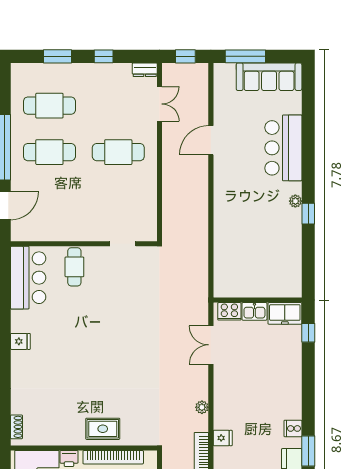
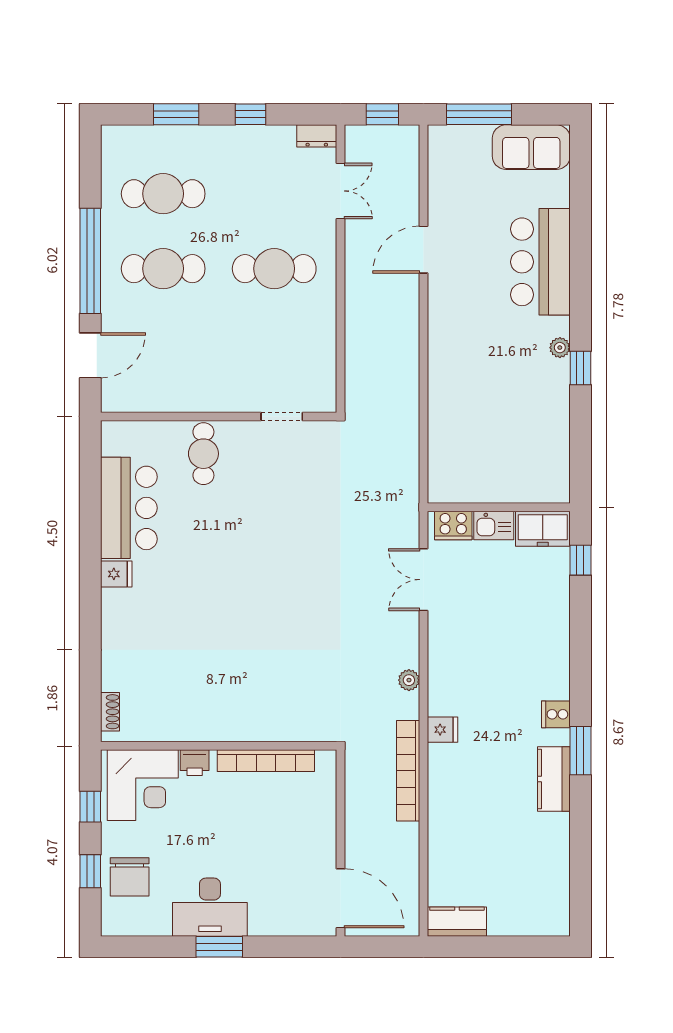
sofa: (269, 77) -> (531, 147), width x0.73
bar counter: (28, 278) -> (129, 508), moved
rug: (103, 429) -> (249, 715), removed

